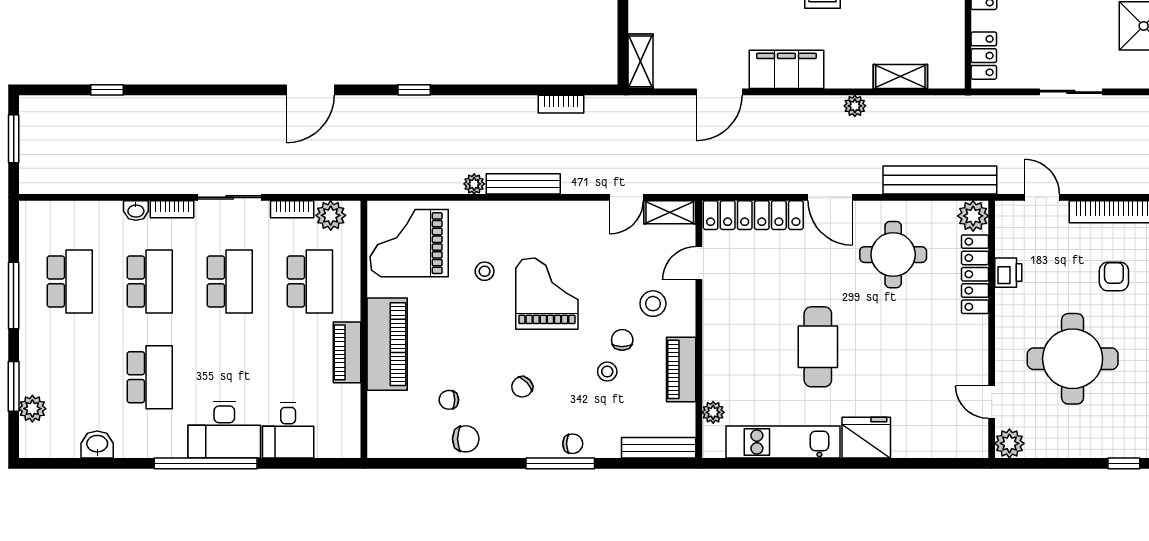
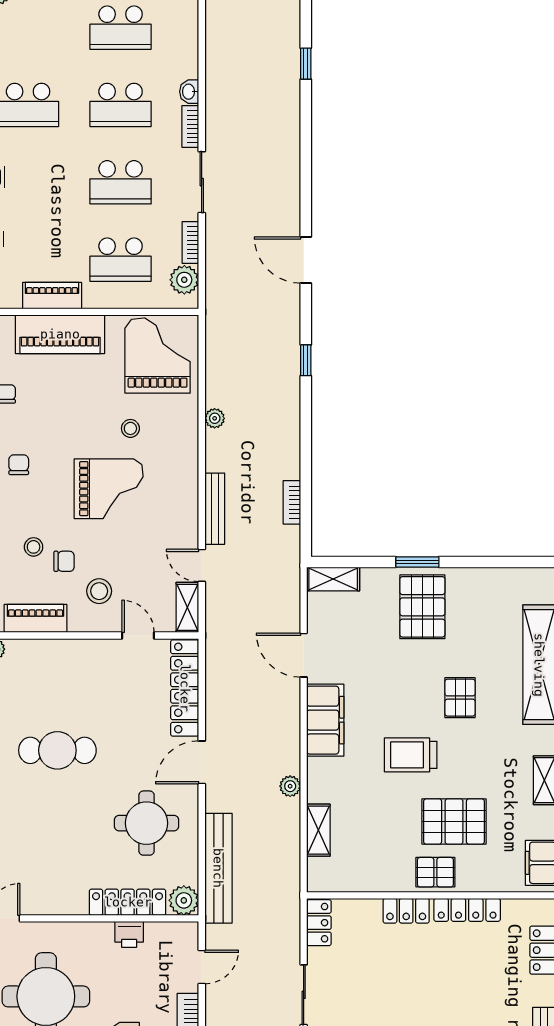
locker: (984, 56) -> (319, 923), moved, turned -90
bench: (523, 184) -> (215, 509), moved
chair: (522, 387) -> (19, 465), turned 43

